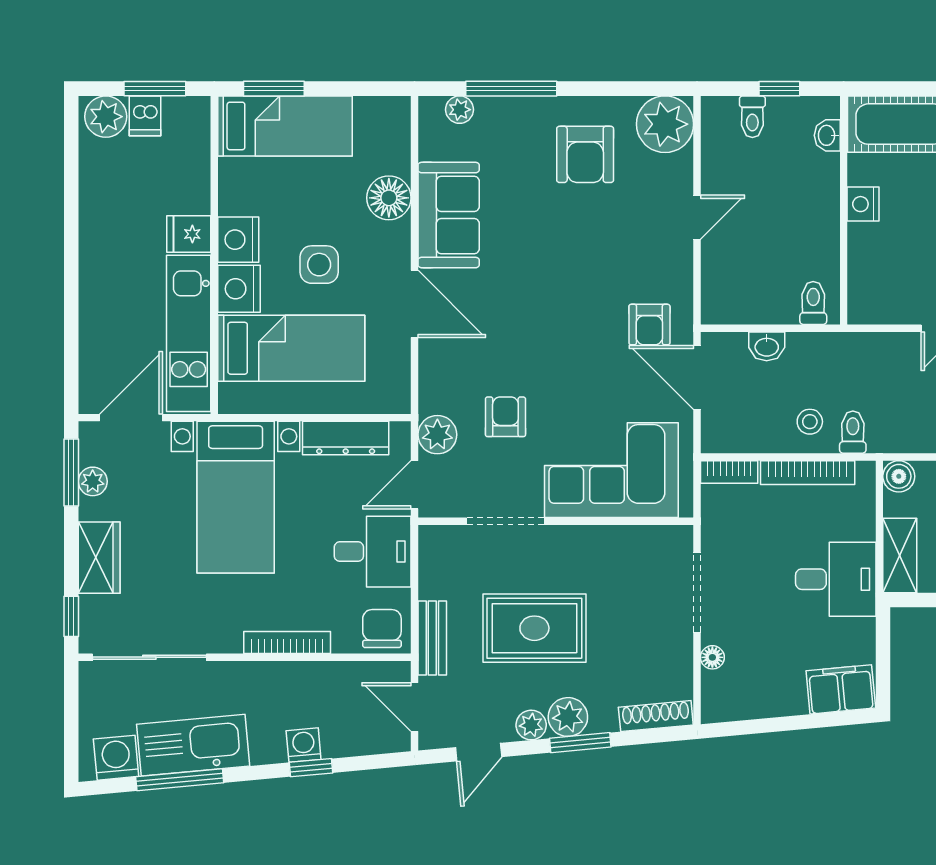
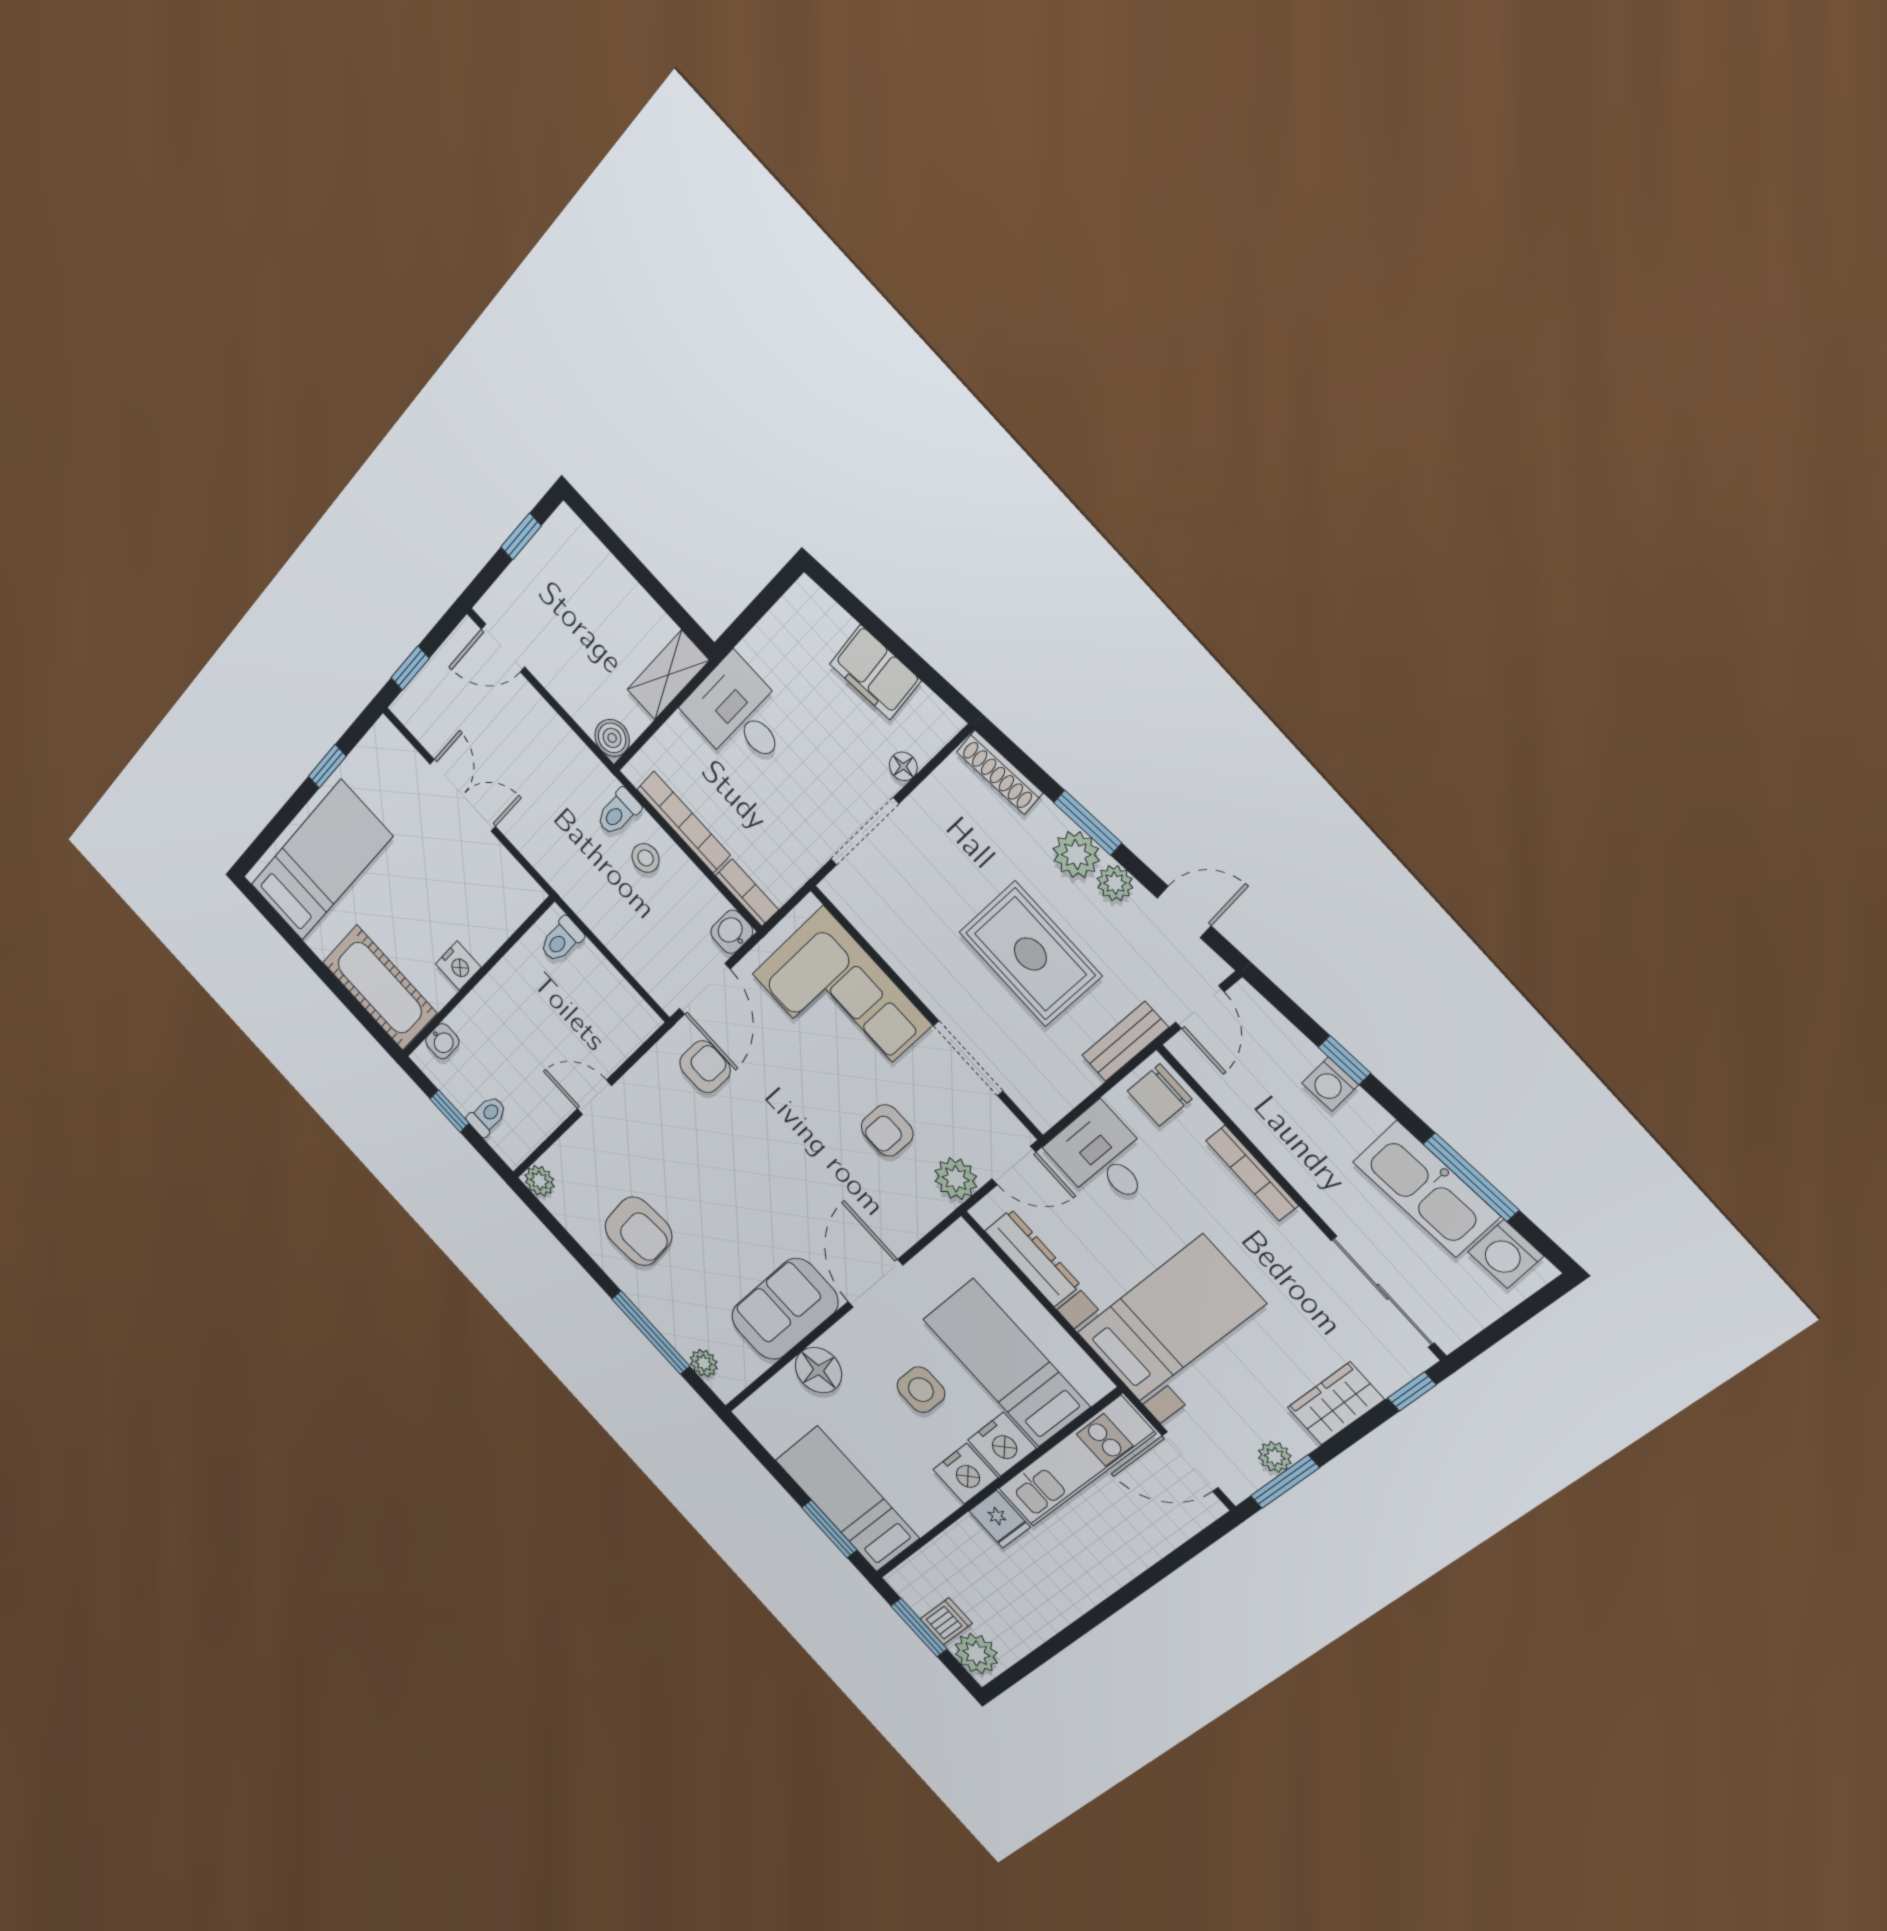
plant: (665, 124) -> (539, 1181), width x0.53, depth x0.53
armchair: (585, 154) -> (638, 1231), turned 86
washbasin: (767, 346) -> (732, 932), moved, turned -90
filing cabinet: (841, 689) -> (875, 672), moved

